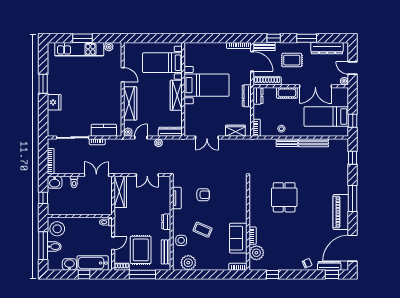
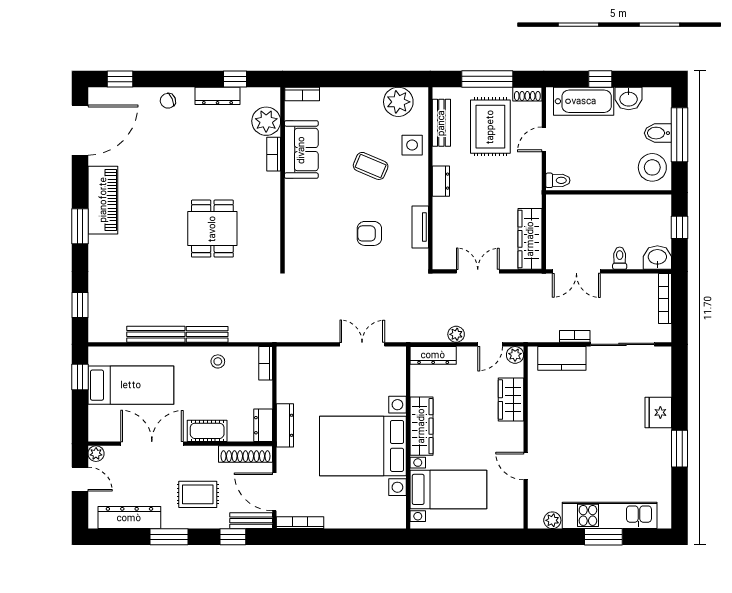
bed with nightstands: (207, 85) -> (363, 446), width x1.36
wardrobe: (130, 103) -> (511, 400), width x0.67
wardrobe: (235, 131) -> (307, 357), removed
window: (353, 198) -> (80, 226), width x0.69
dresser: (329, 266) -> (218, 96), moved

